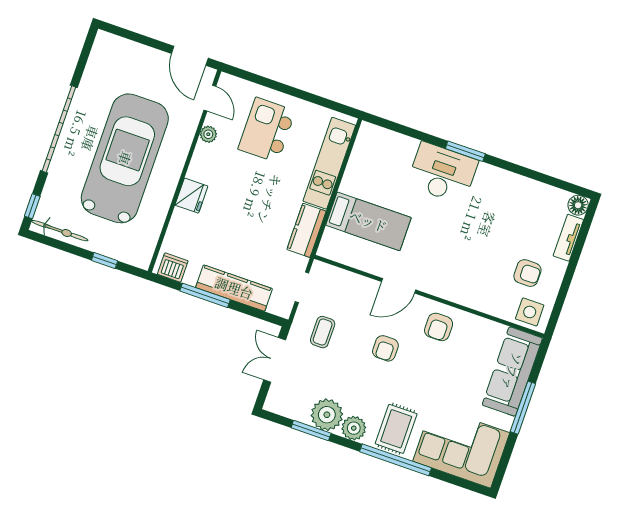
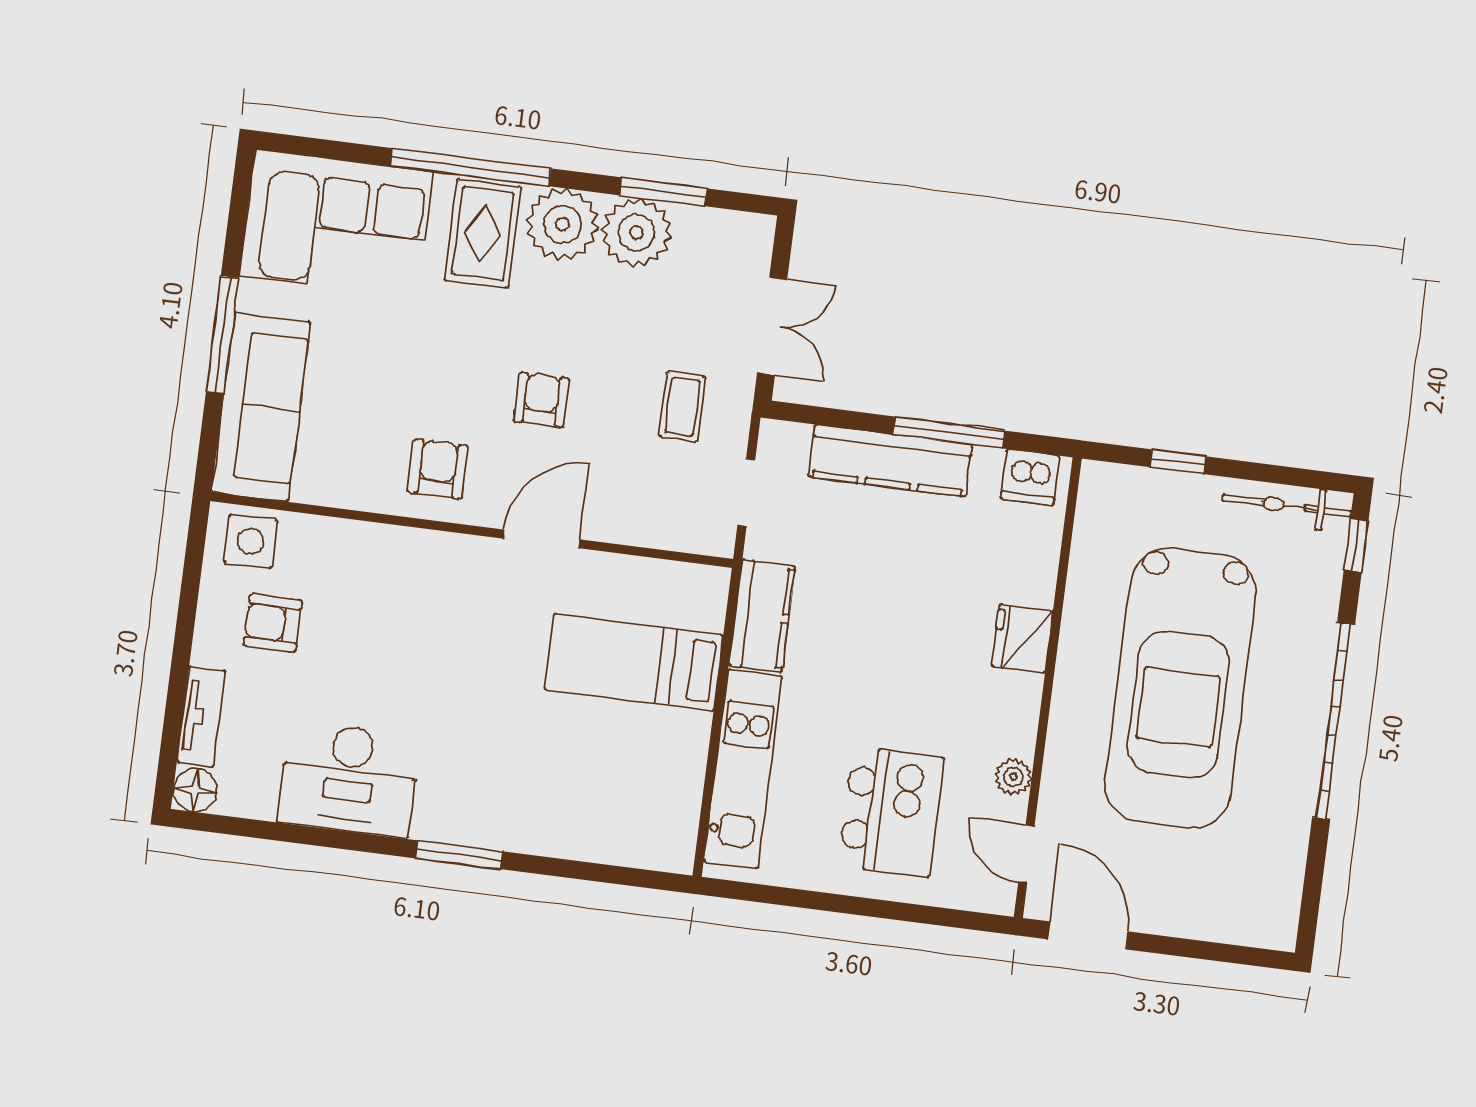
desk: (442, 173) -> (349, 779), moved
plant: (354, 428) -> (563, 224), width x1.36, depth x1.36

